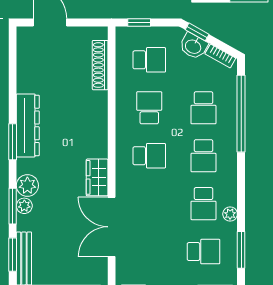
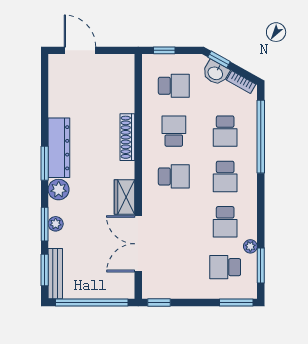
shoe rack: (100, 65) -> (127, 137), moved
plant: (27, 185) -> (59, 190), moved
plant: (230, 214) -> (250, 246), moved
school desk: (203, 252) -> (225, 267), turned 180

